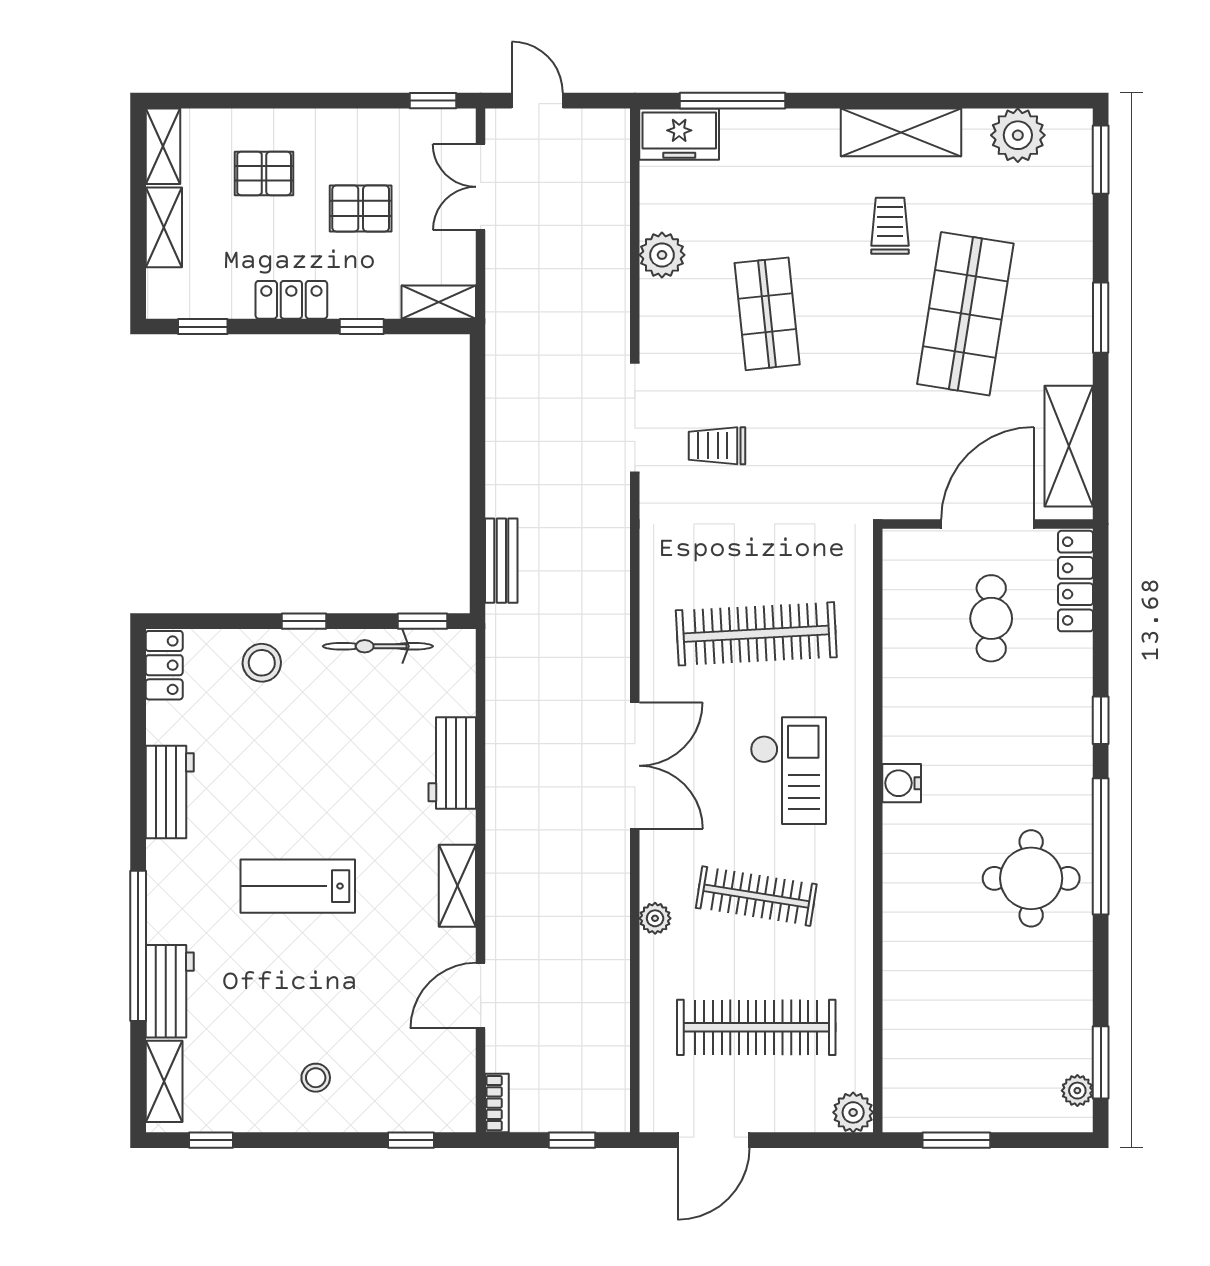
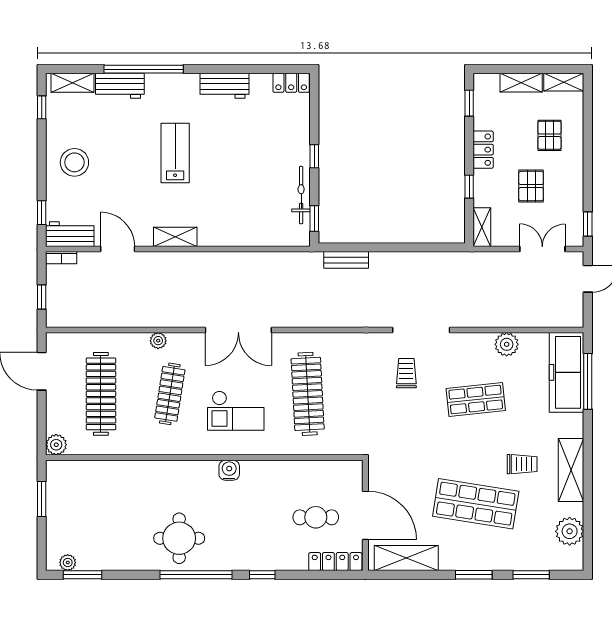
freezer: (679, 134) -> (567, 372), width x1.91, depth x1.26
window: (1101, 160) -> (531, 575), moved
stool: (262, 663) -> (292, 134), removed
workbench: (452, 763) -> (70, 234), moved
stool: (316, 1078) -> (74, 162), width x1.89, depth x1.89

